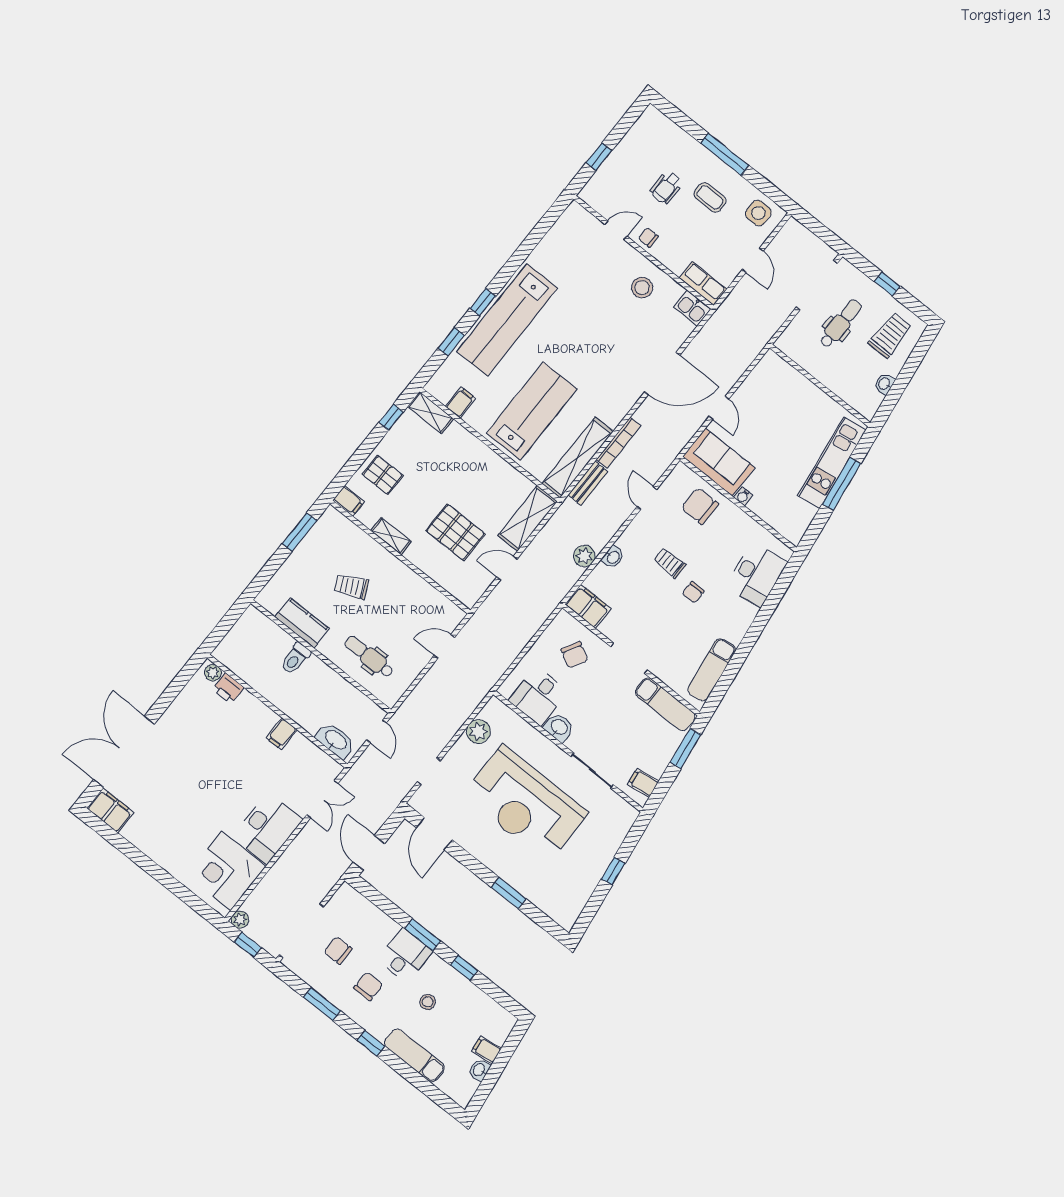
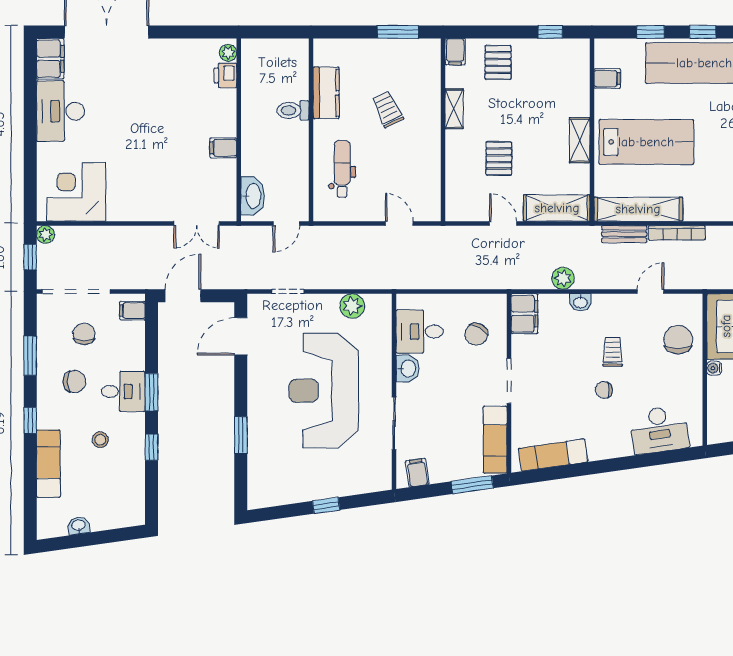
shelving: (431, 413) -> (580, 140), moved
pallet: (456, 532) -> (499, 159), width x0.67, depth x0.71
desk: (267, 828) -> (60, 111), moved, turned 90
filing cabinet: (486, 1050) -> (132, 311), moved, turned -82

